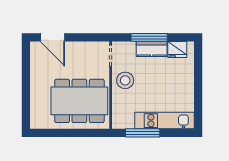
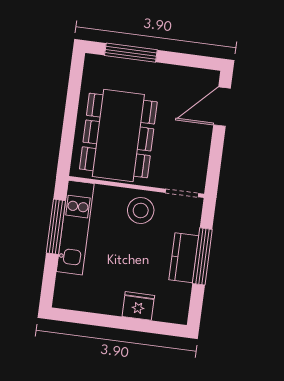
fridge: (177, 50) -> (138, 306), moved, turned 90
window: (26, 100) -> (131, 53), added
kitchen unit: (165, 121) -> (75, 228), moved

